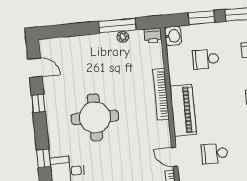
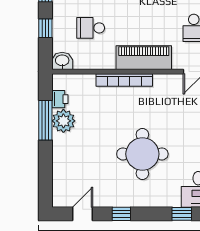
window: (201, 18) -> (45, 28), width x0.67
printer: (153, 36) -> (60, 99), moved
plant: (123, 37) -> (63, 121), width x1.87, depth x1.87
school desk: (206, 59) -> (91, 28), turned 90

